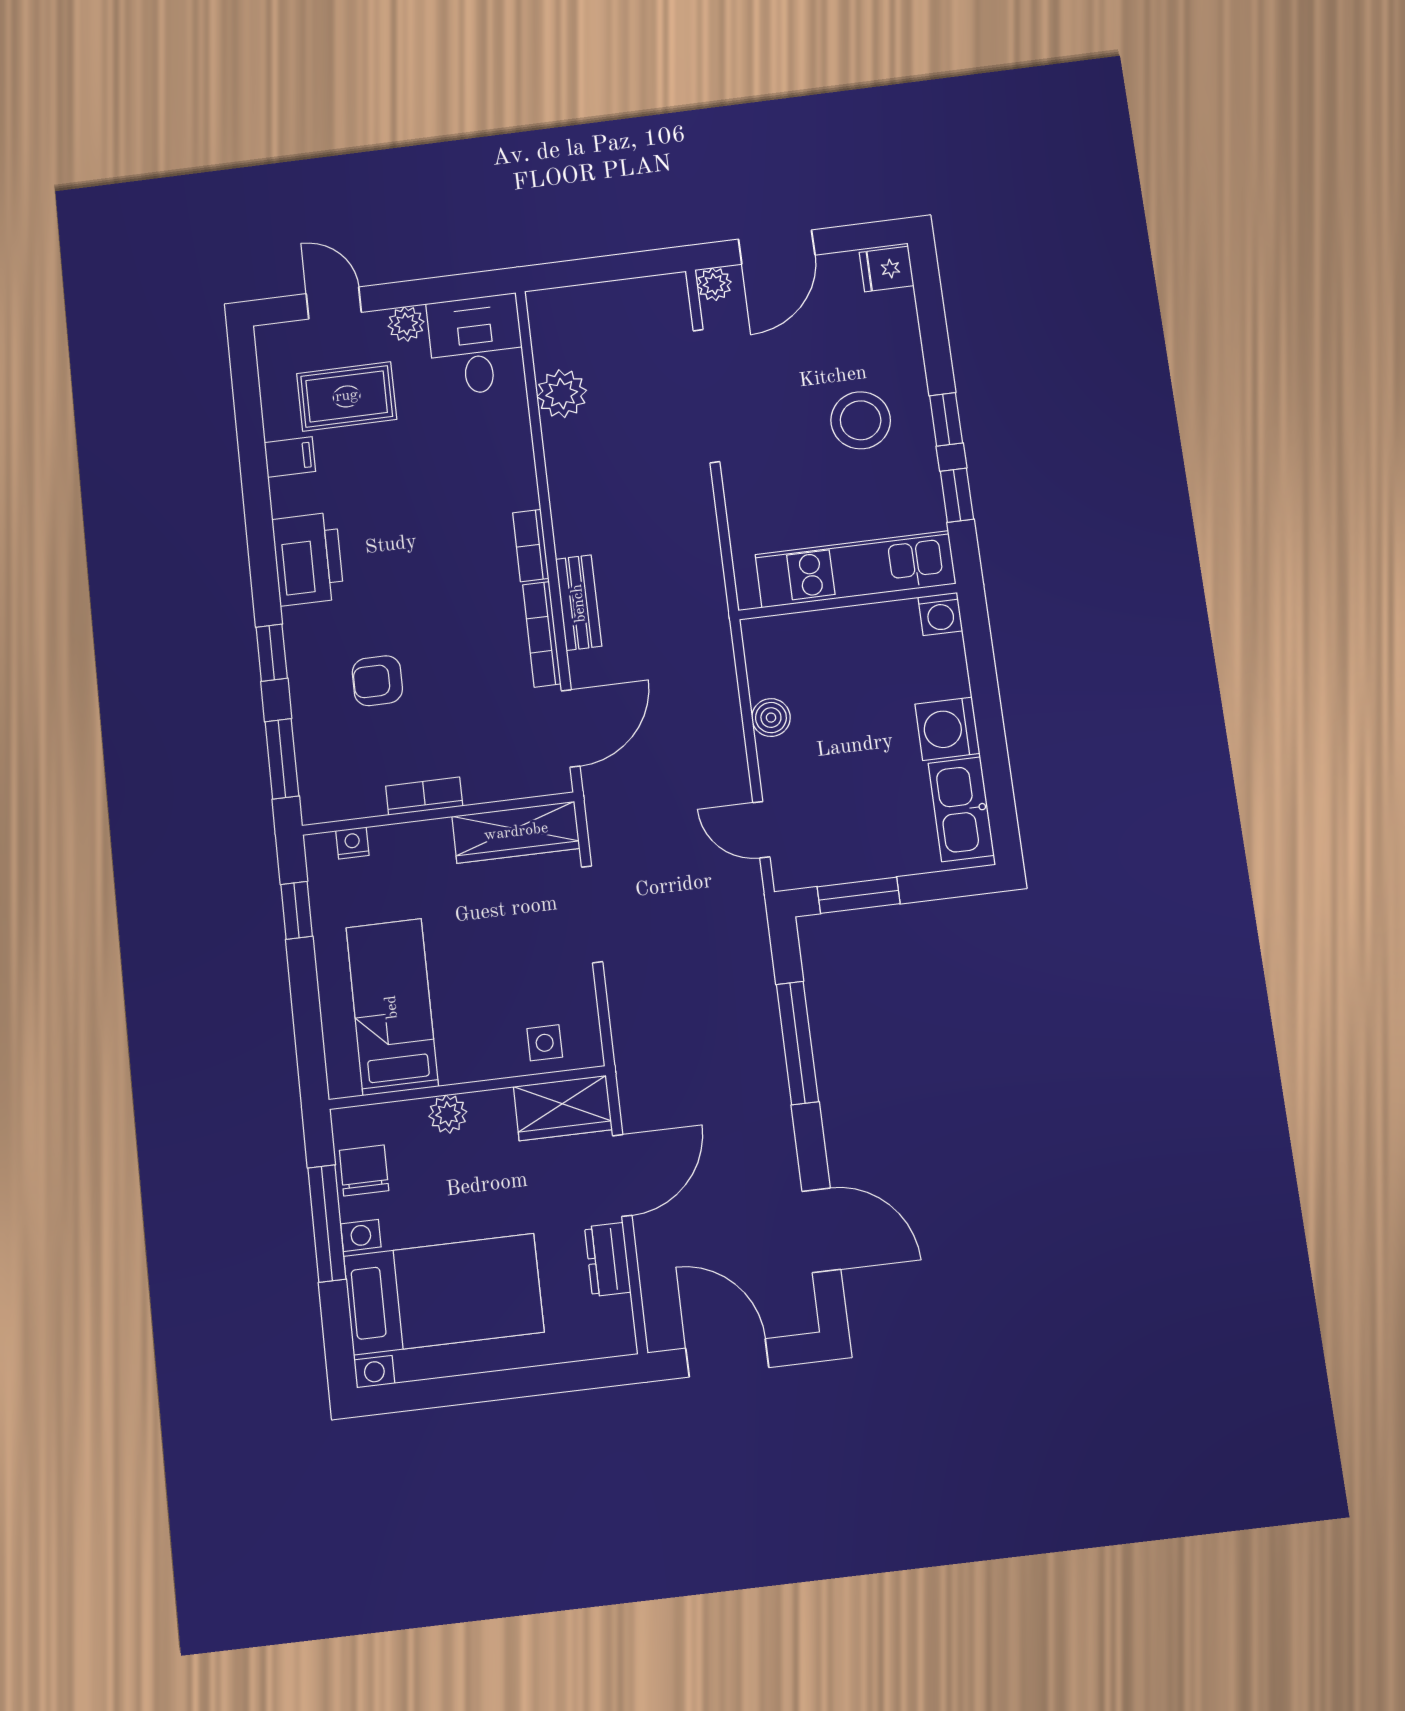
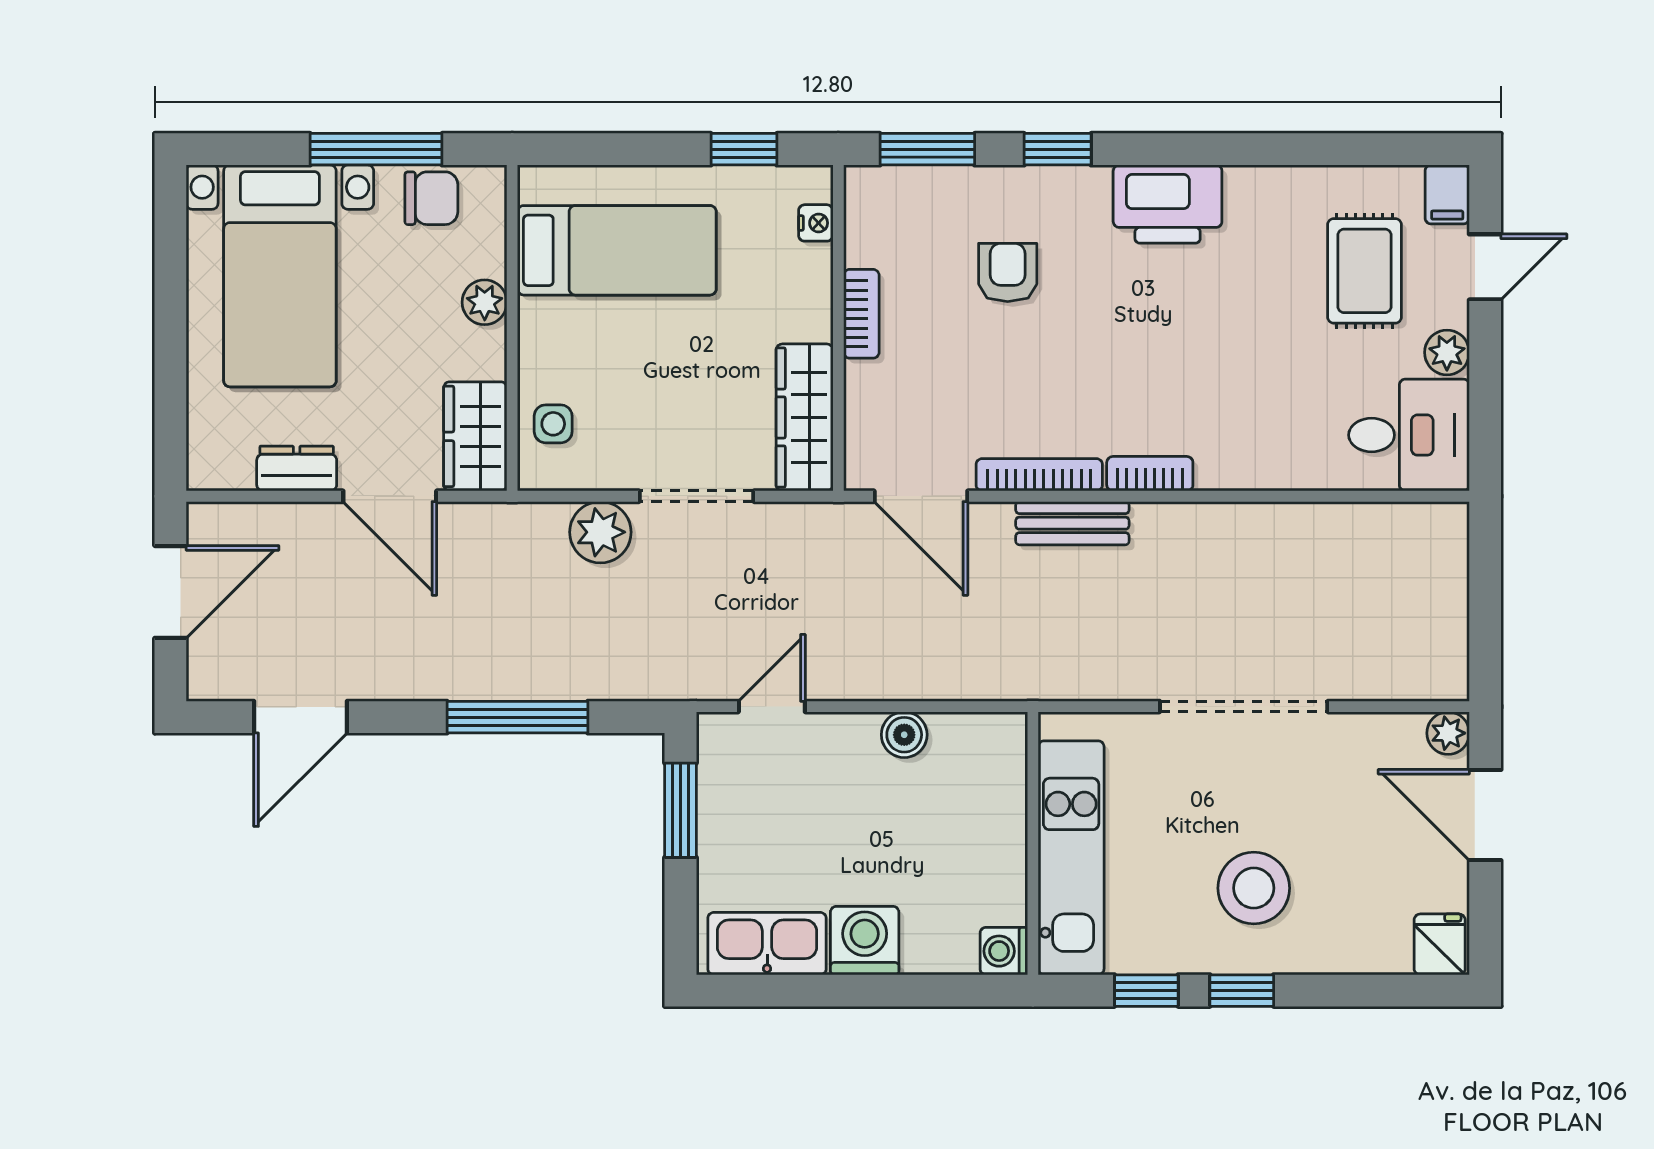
plant: (562, 394) -> (600, 532), moved
doorway: (706, 396) -> (1244, 707), moved
filing cabinet: (290, 457) -> (1447, 194), moved

